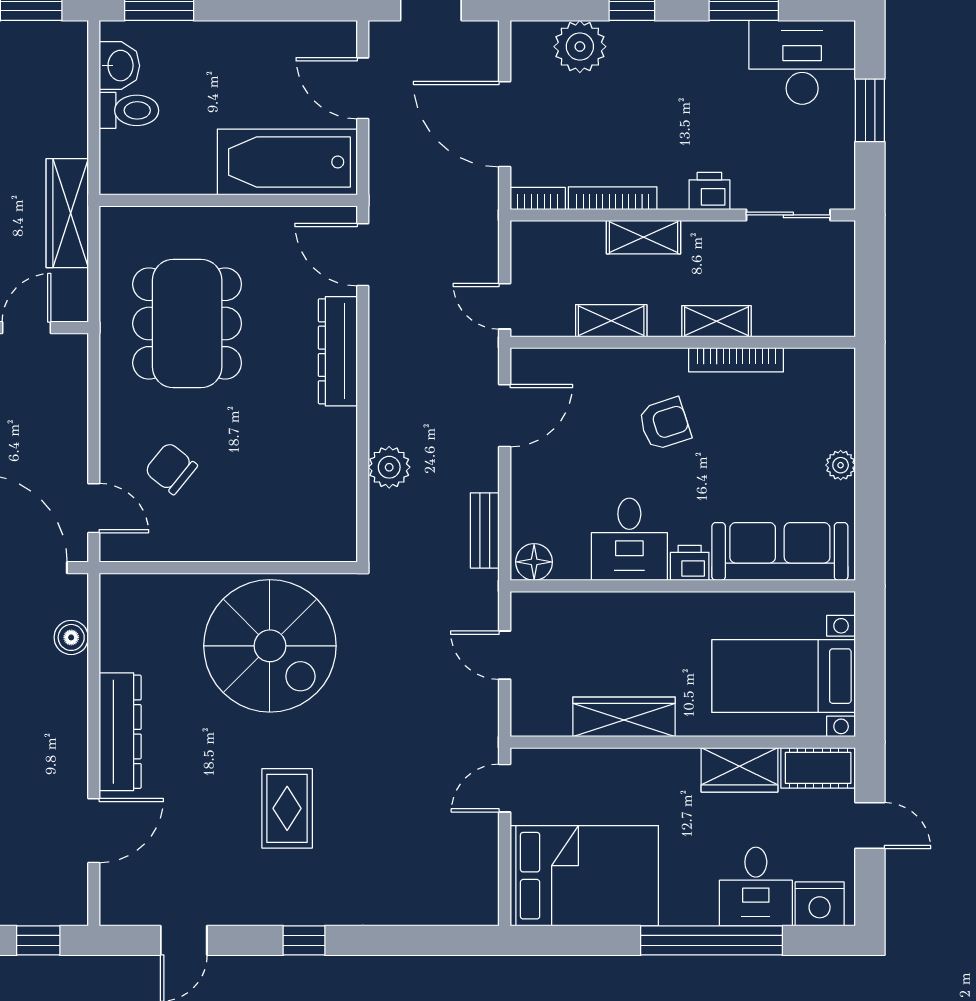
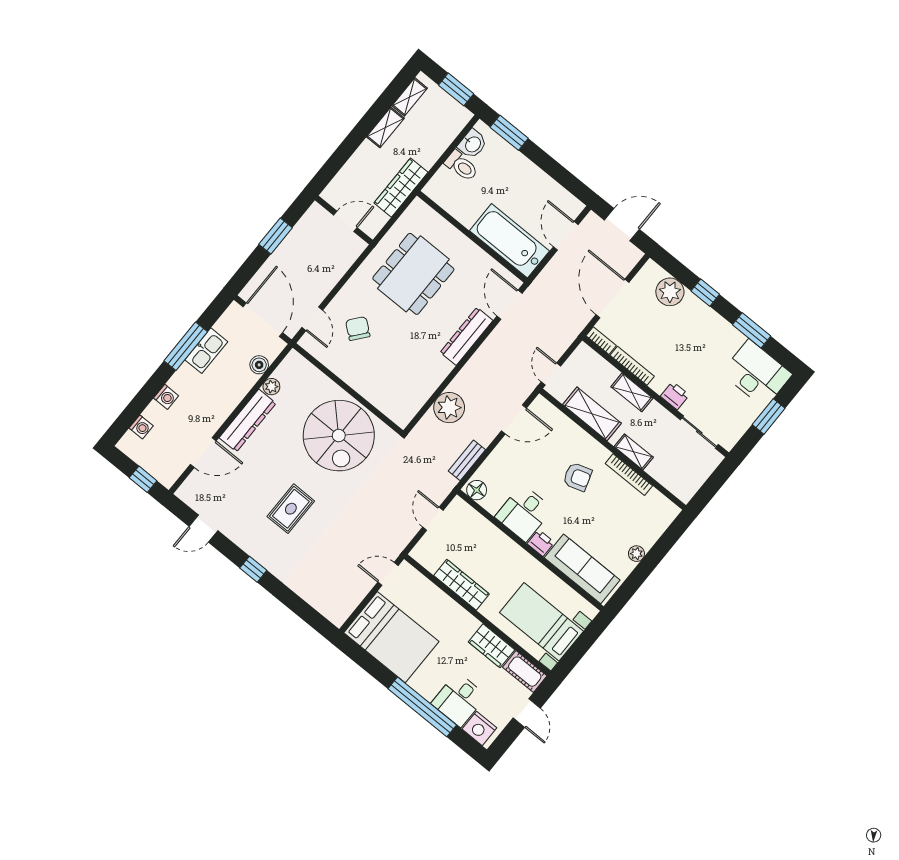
shelving: (611, 321) -> (592, 414), width x1.50, depth x1.33
plant: (389, 467) -> (449, 408), width x1.36, depth x1.36
plant: (115, 654) -> (271, 387), added

